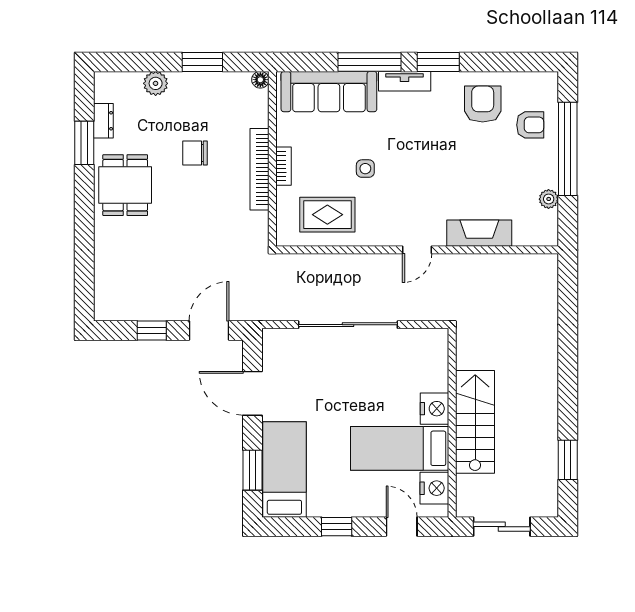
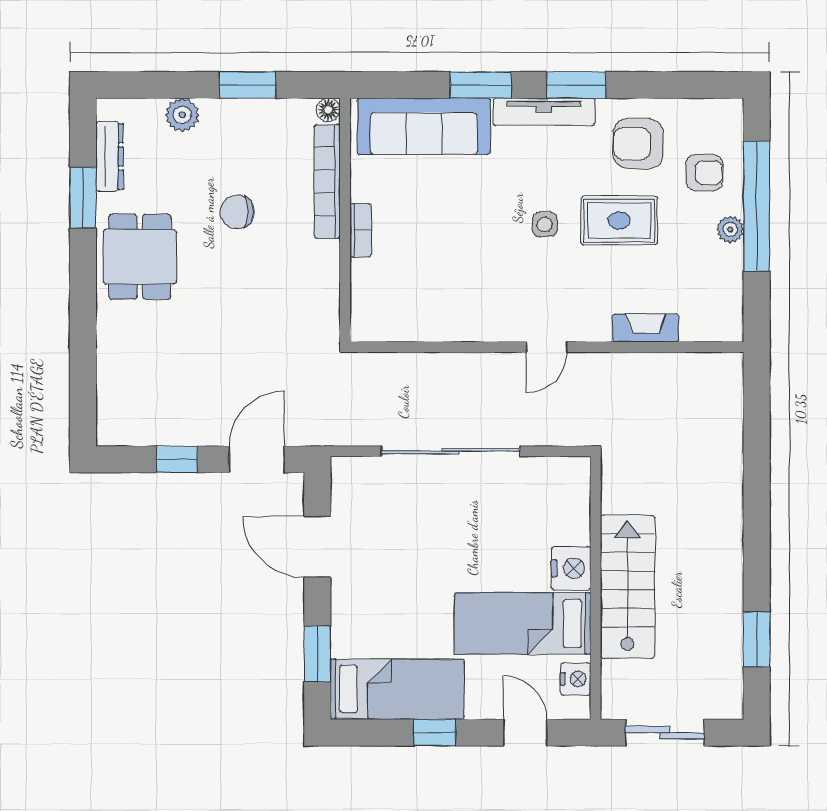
window: (370, 62) -> (480, 85), width x0.69
tv unit: (405, 81) -> (544, 112), width x1.41
armchair: (483, 104) -> (638, 144), turned -90
dresser: (103, 121) -> (110, 156), width x1.44
bookcase: (260, 169) -> (327, 181), moved
side table: (365, 169) -> (545, 224), moved
plant: (549, 199) -> (730, 229), moved
rug: (327, 215) -> (619, 220), moved
fireplace: (479, 233) -> (646, 328), width x0.73, depth x0.76
bed: (284, 469) -> (397, 689), moved, turned 90
nightstand: (434, 488) -> (576, 679), width x0.74, depth x0.75

